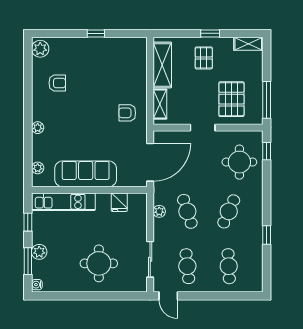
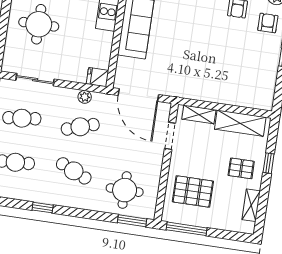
window: (210, 33) -> (269, 163), moved
shelving: (248, 44) -> (251, 205), moved
armchair: (127, 113) -> (268, 23), moved
doorway: (203, 128) -> (170, 136), moved
window: (267, 151) -> (132, 221), width x1.50
fridge: (119, 202) -> (98, 77), moved

